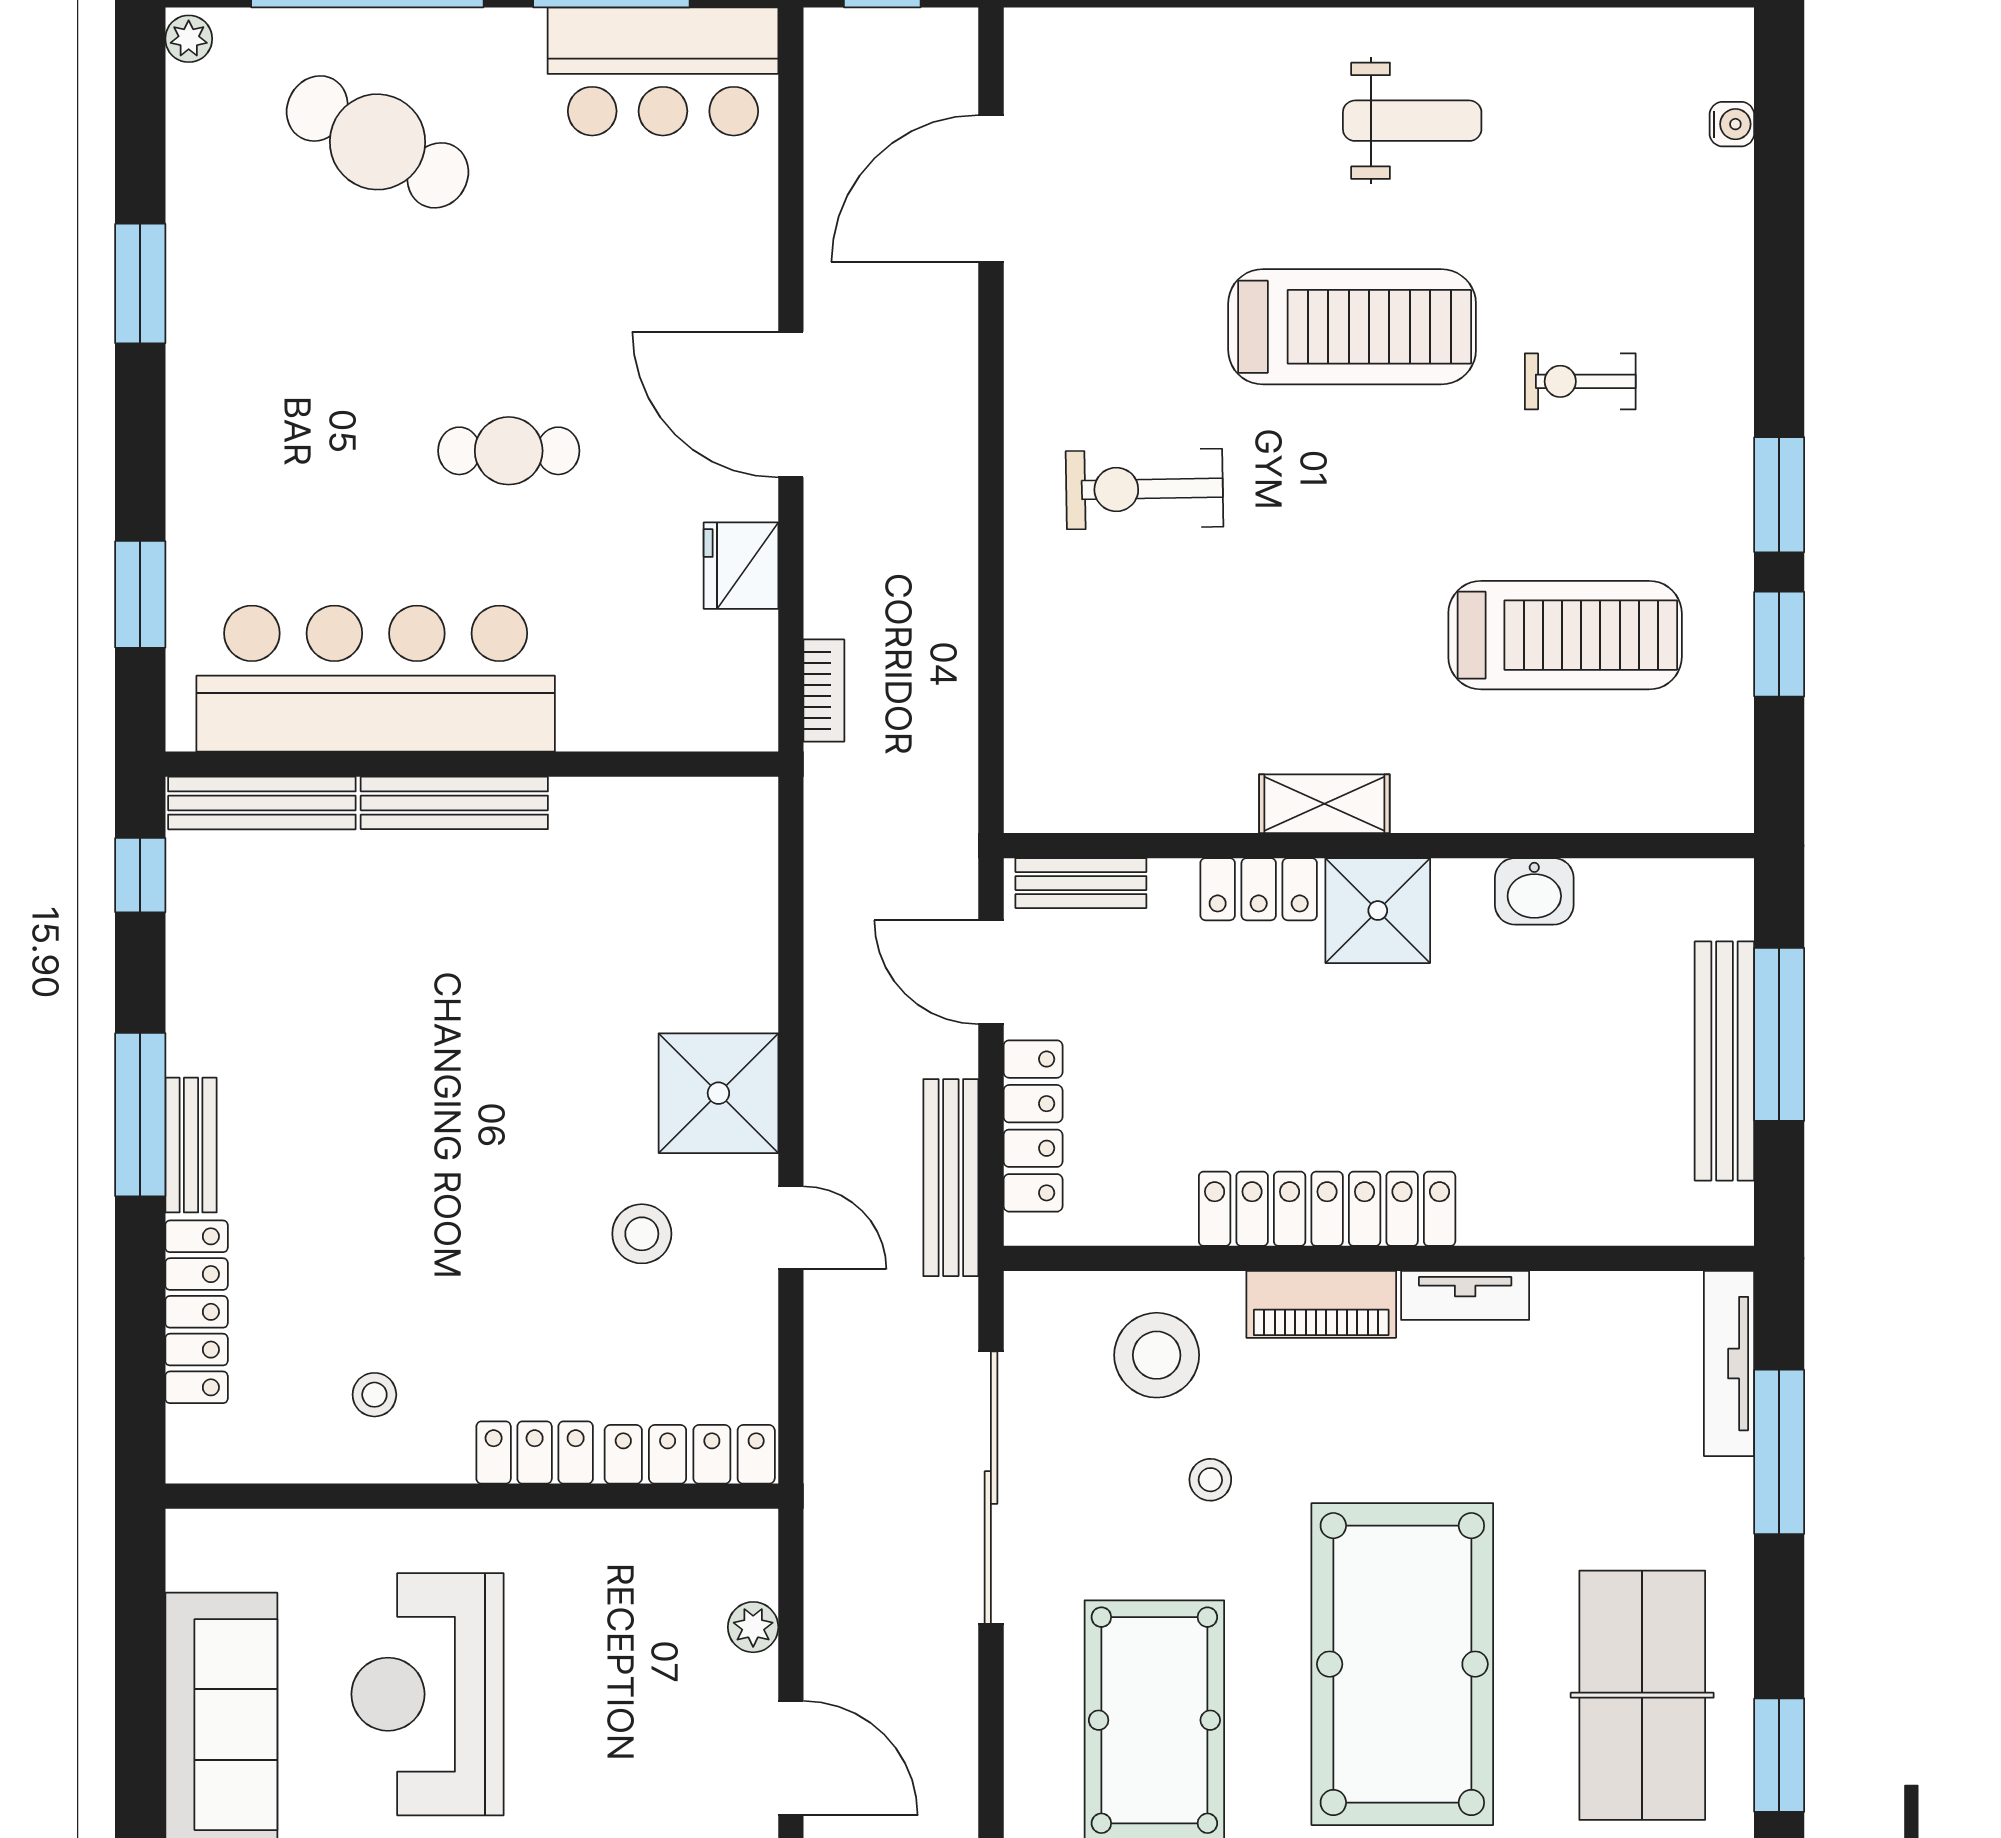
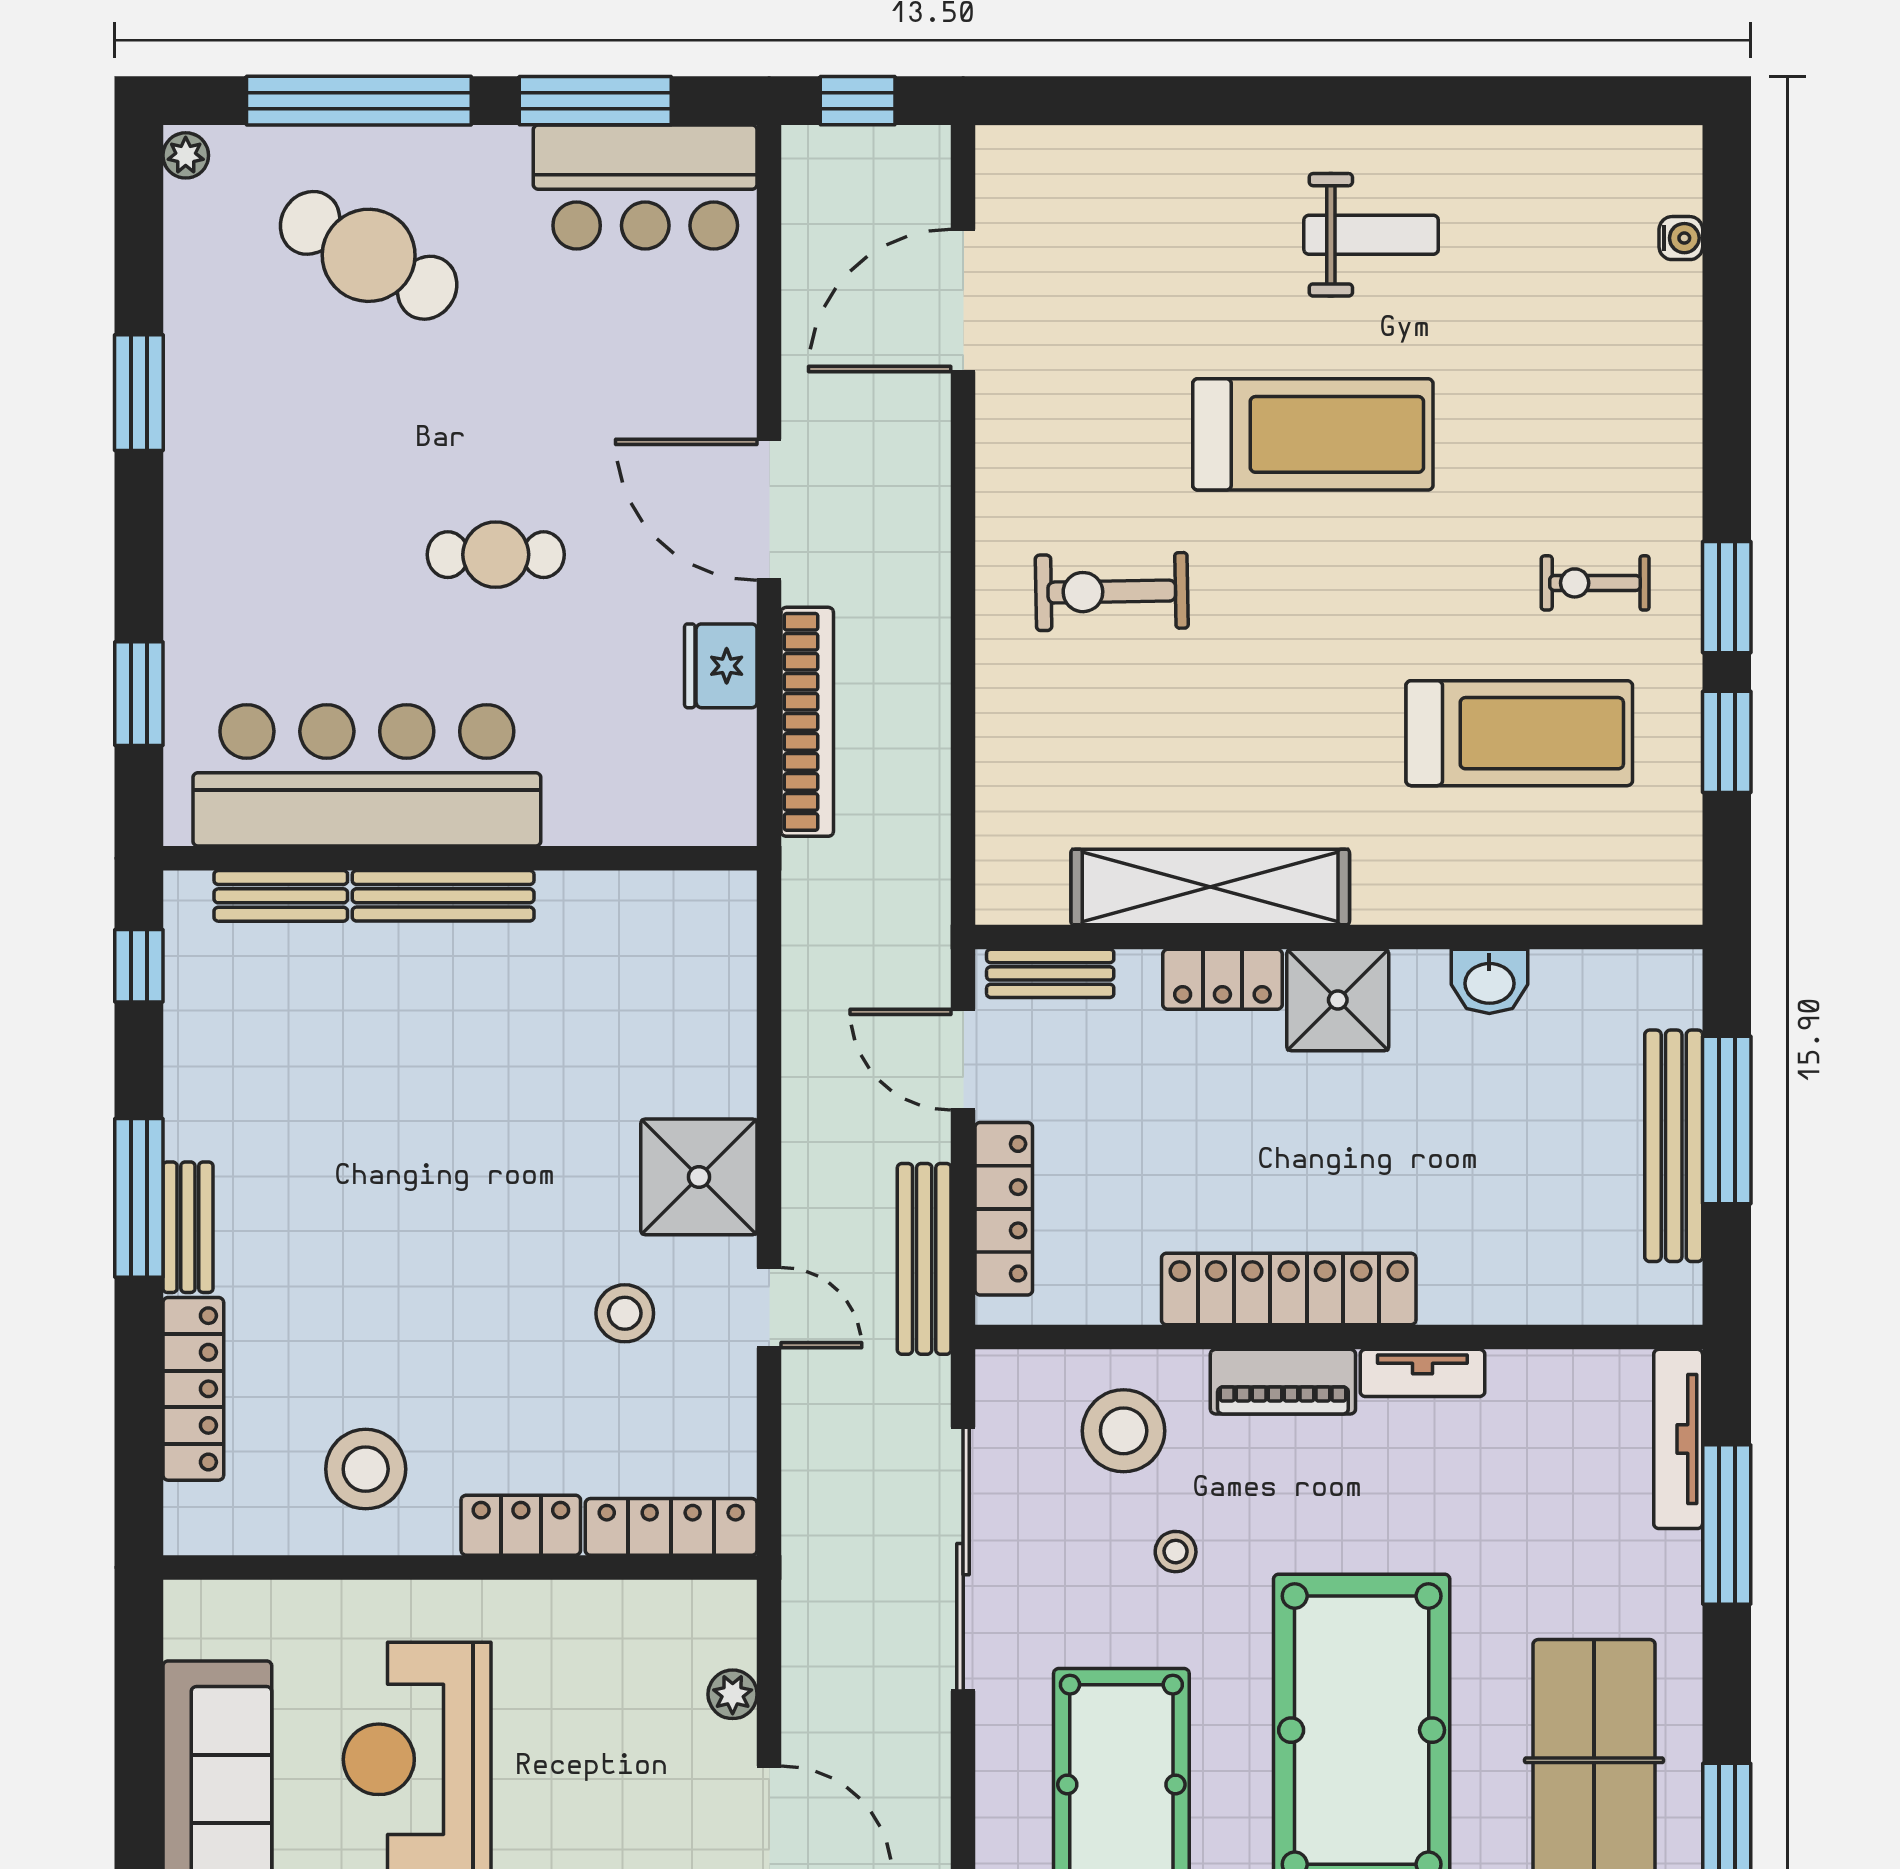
exercise bike: (1580, 381) -> (1595, 583), moved
bookcase: (824, 691) -> (807, 722), width x2.31, depth x1.31
bench: (262, 803) -> (281, 896), width x0.73
shelving: (1324, 804) -> (1210, 887), width x2.20, depth x1.33
stool: (374, 1395) -> (366, 1469), width x1.89, depth x1.89

